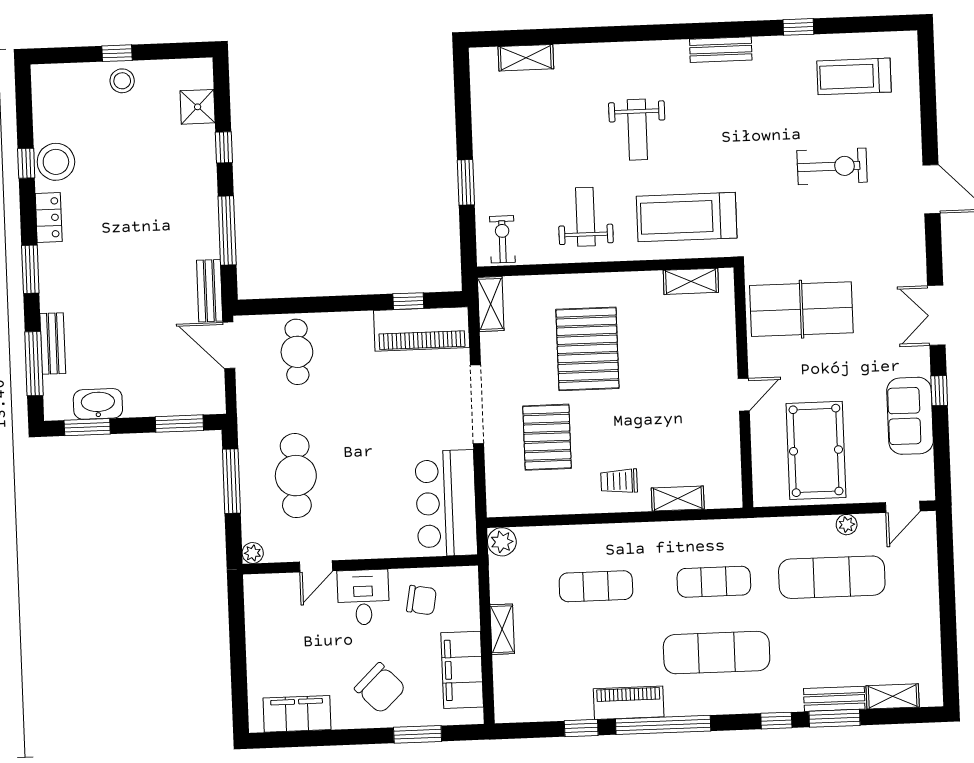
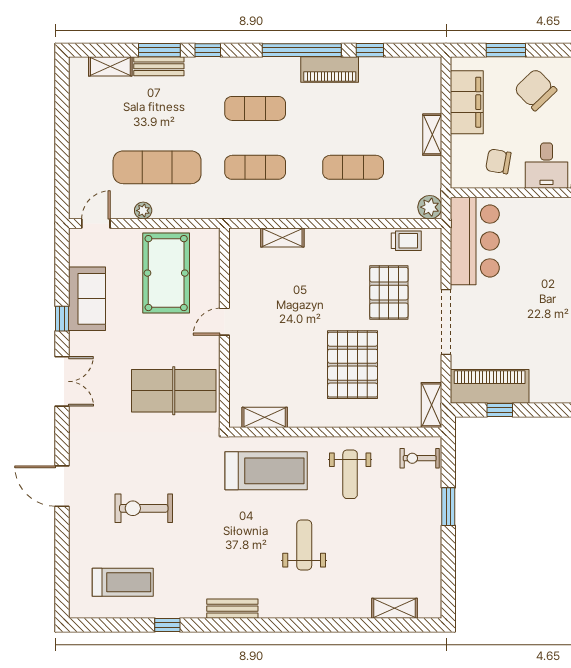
exercise bike: (502, 239) -> (420, 458), turned 90
trolley: (619, 481) -> (406, 241), moved
exercise mat: (717, 653) -> (255, 108), width x0.73, depth x0.69

